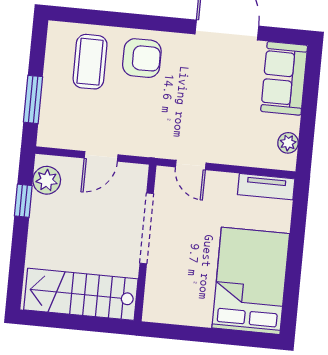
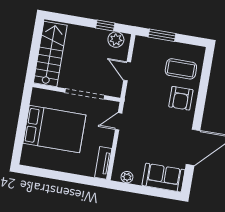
bed: (251, 281) -> (54, 129), moved

